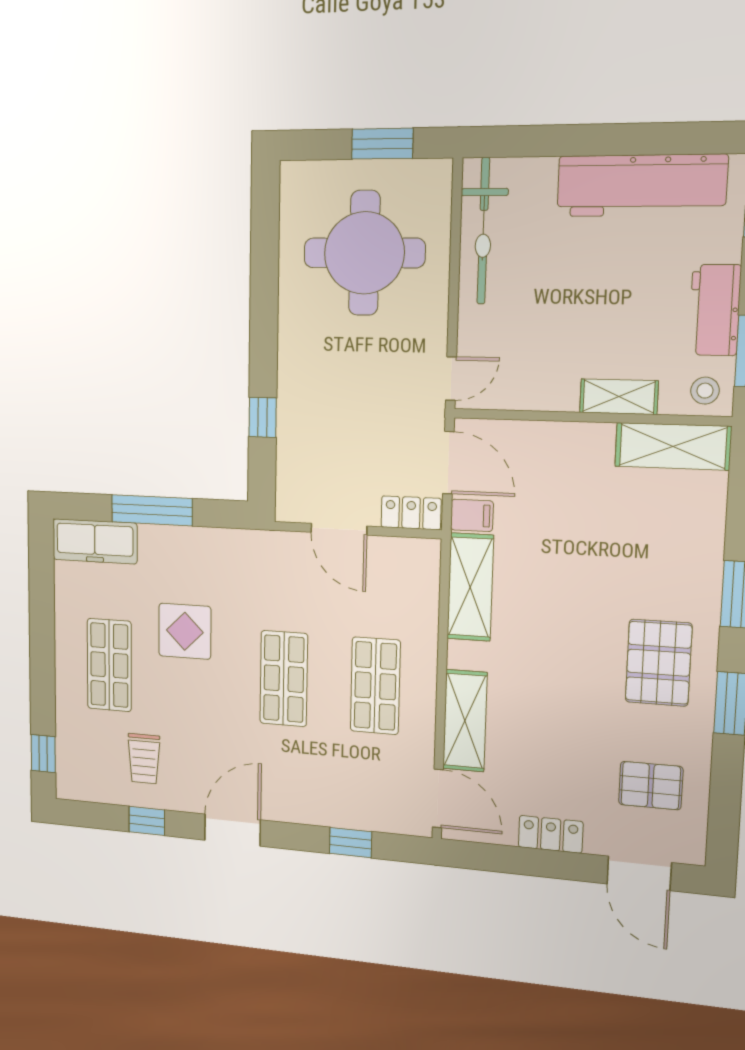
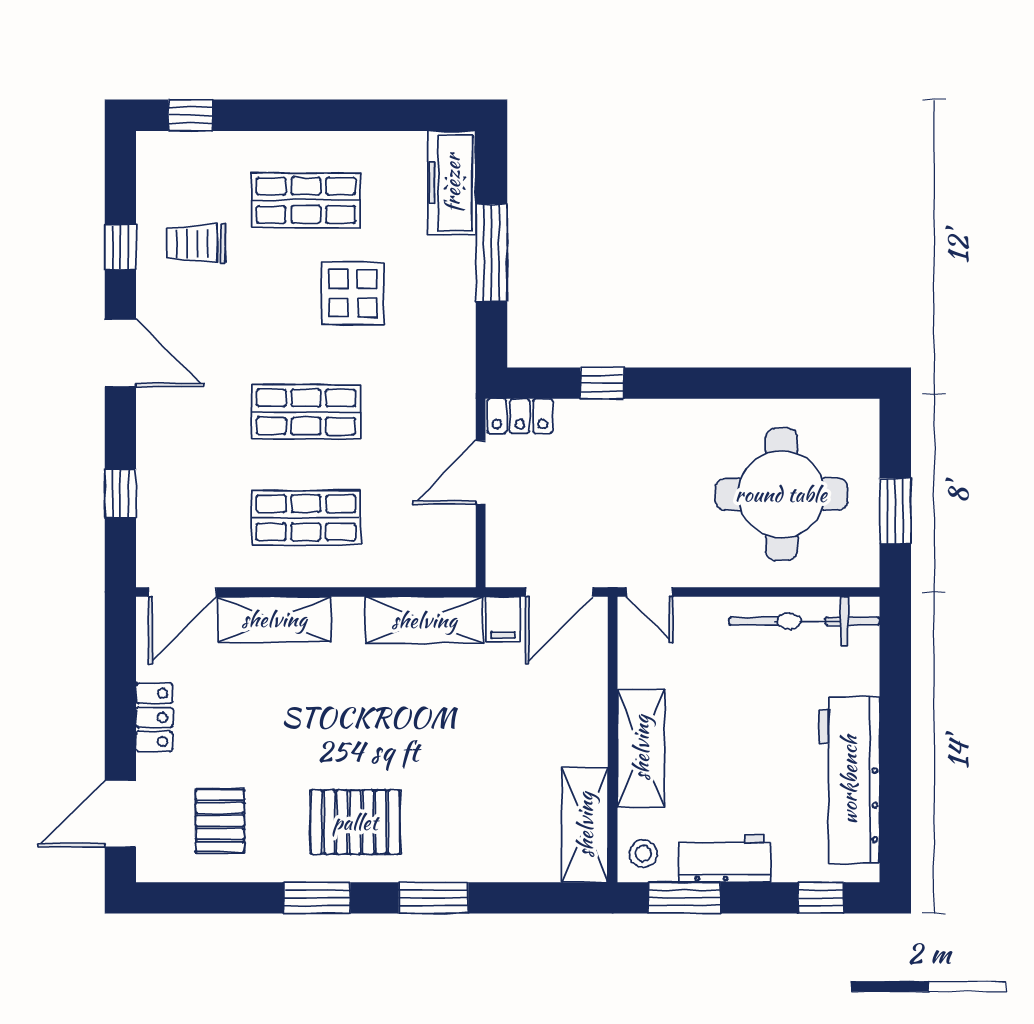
shelving: (619, 397) -> (641, 748), width x1.50, depth x1.33
locker: (411, 513) -> (520, 416), moved, turned 90

